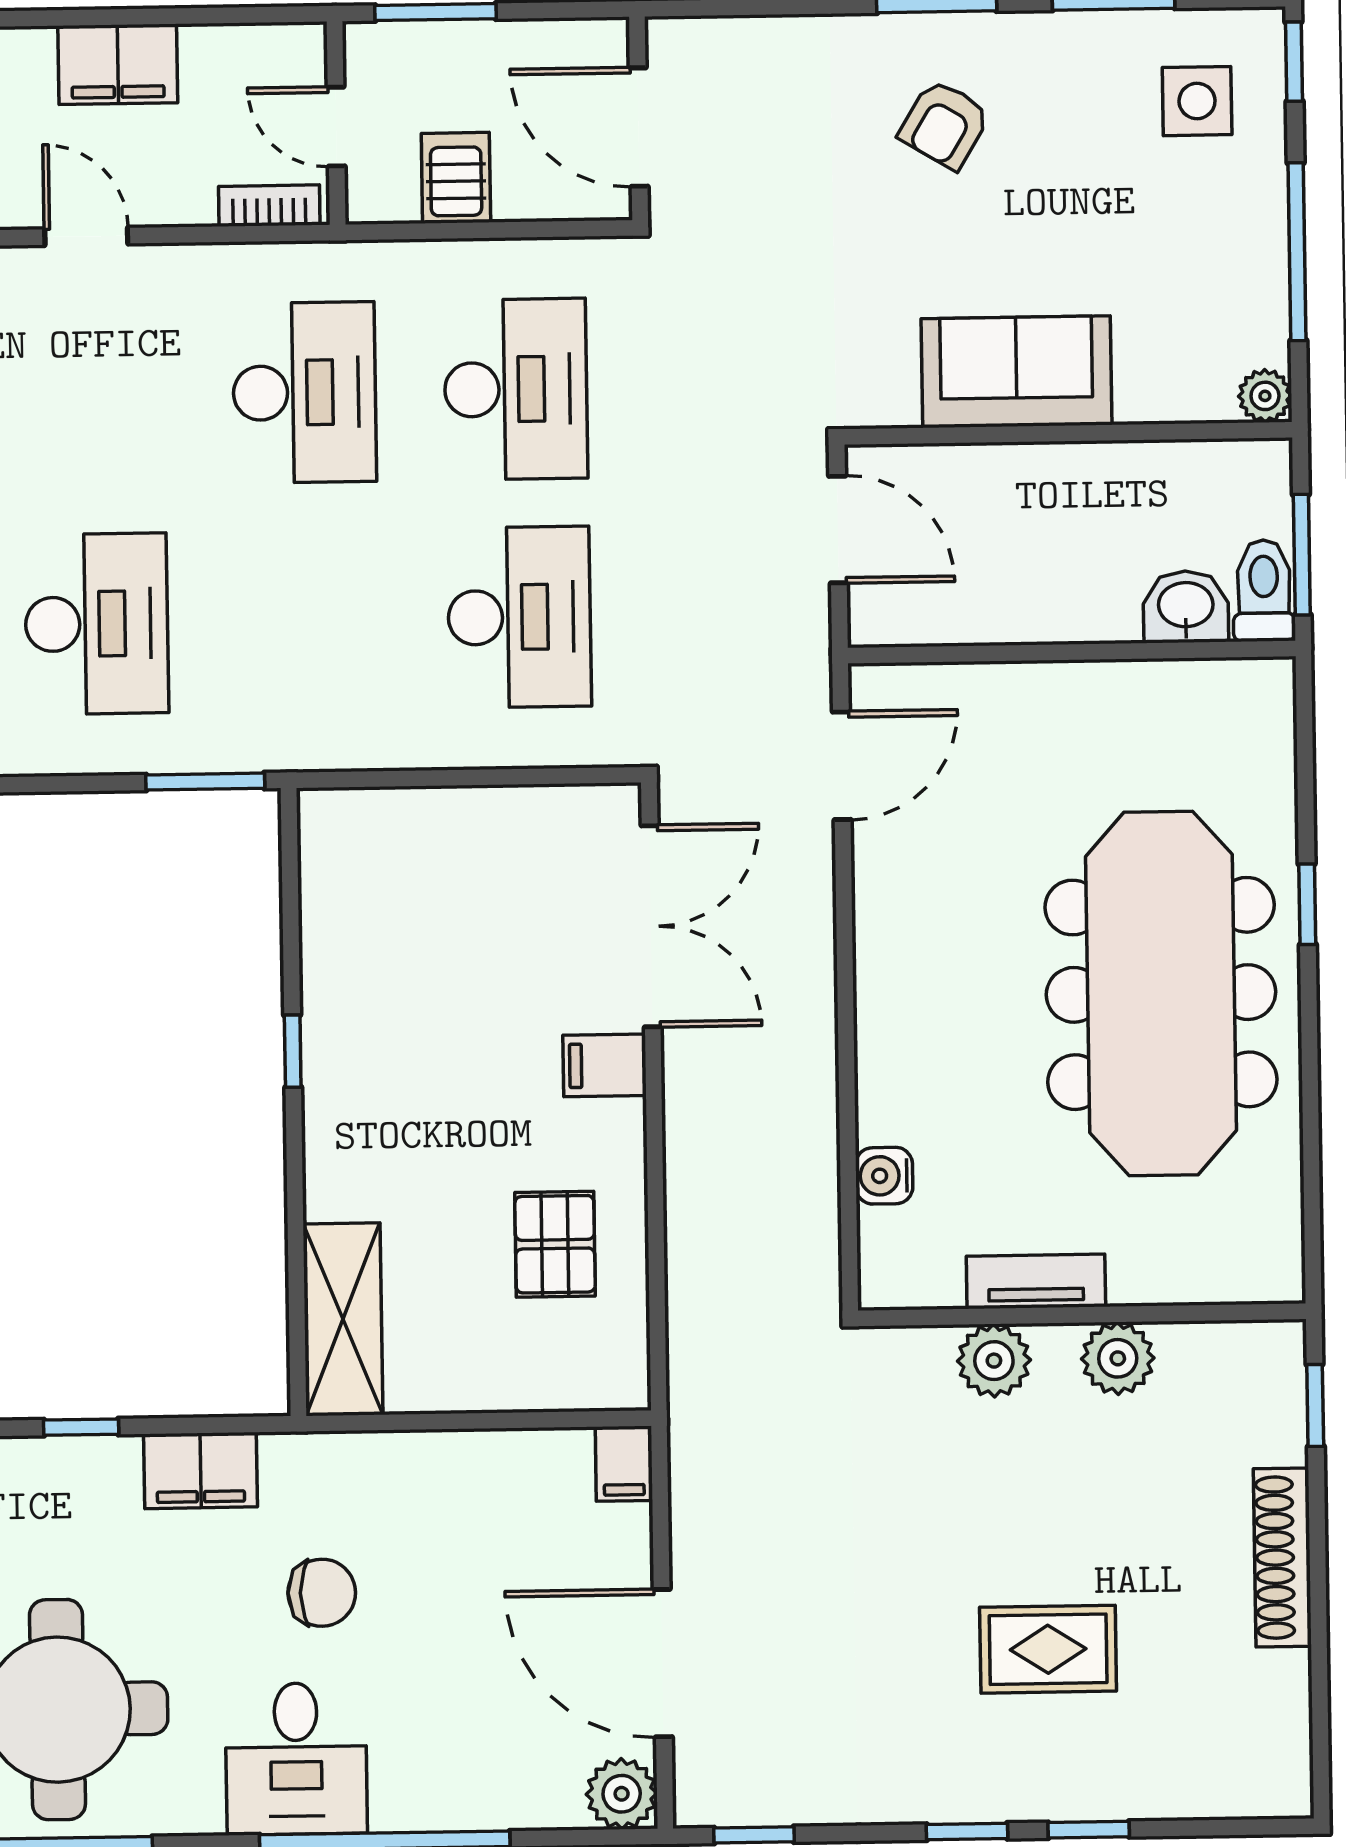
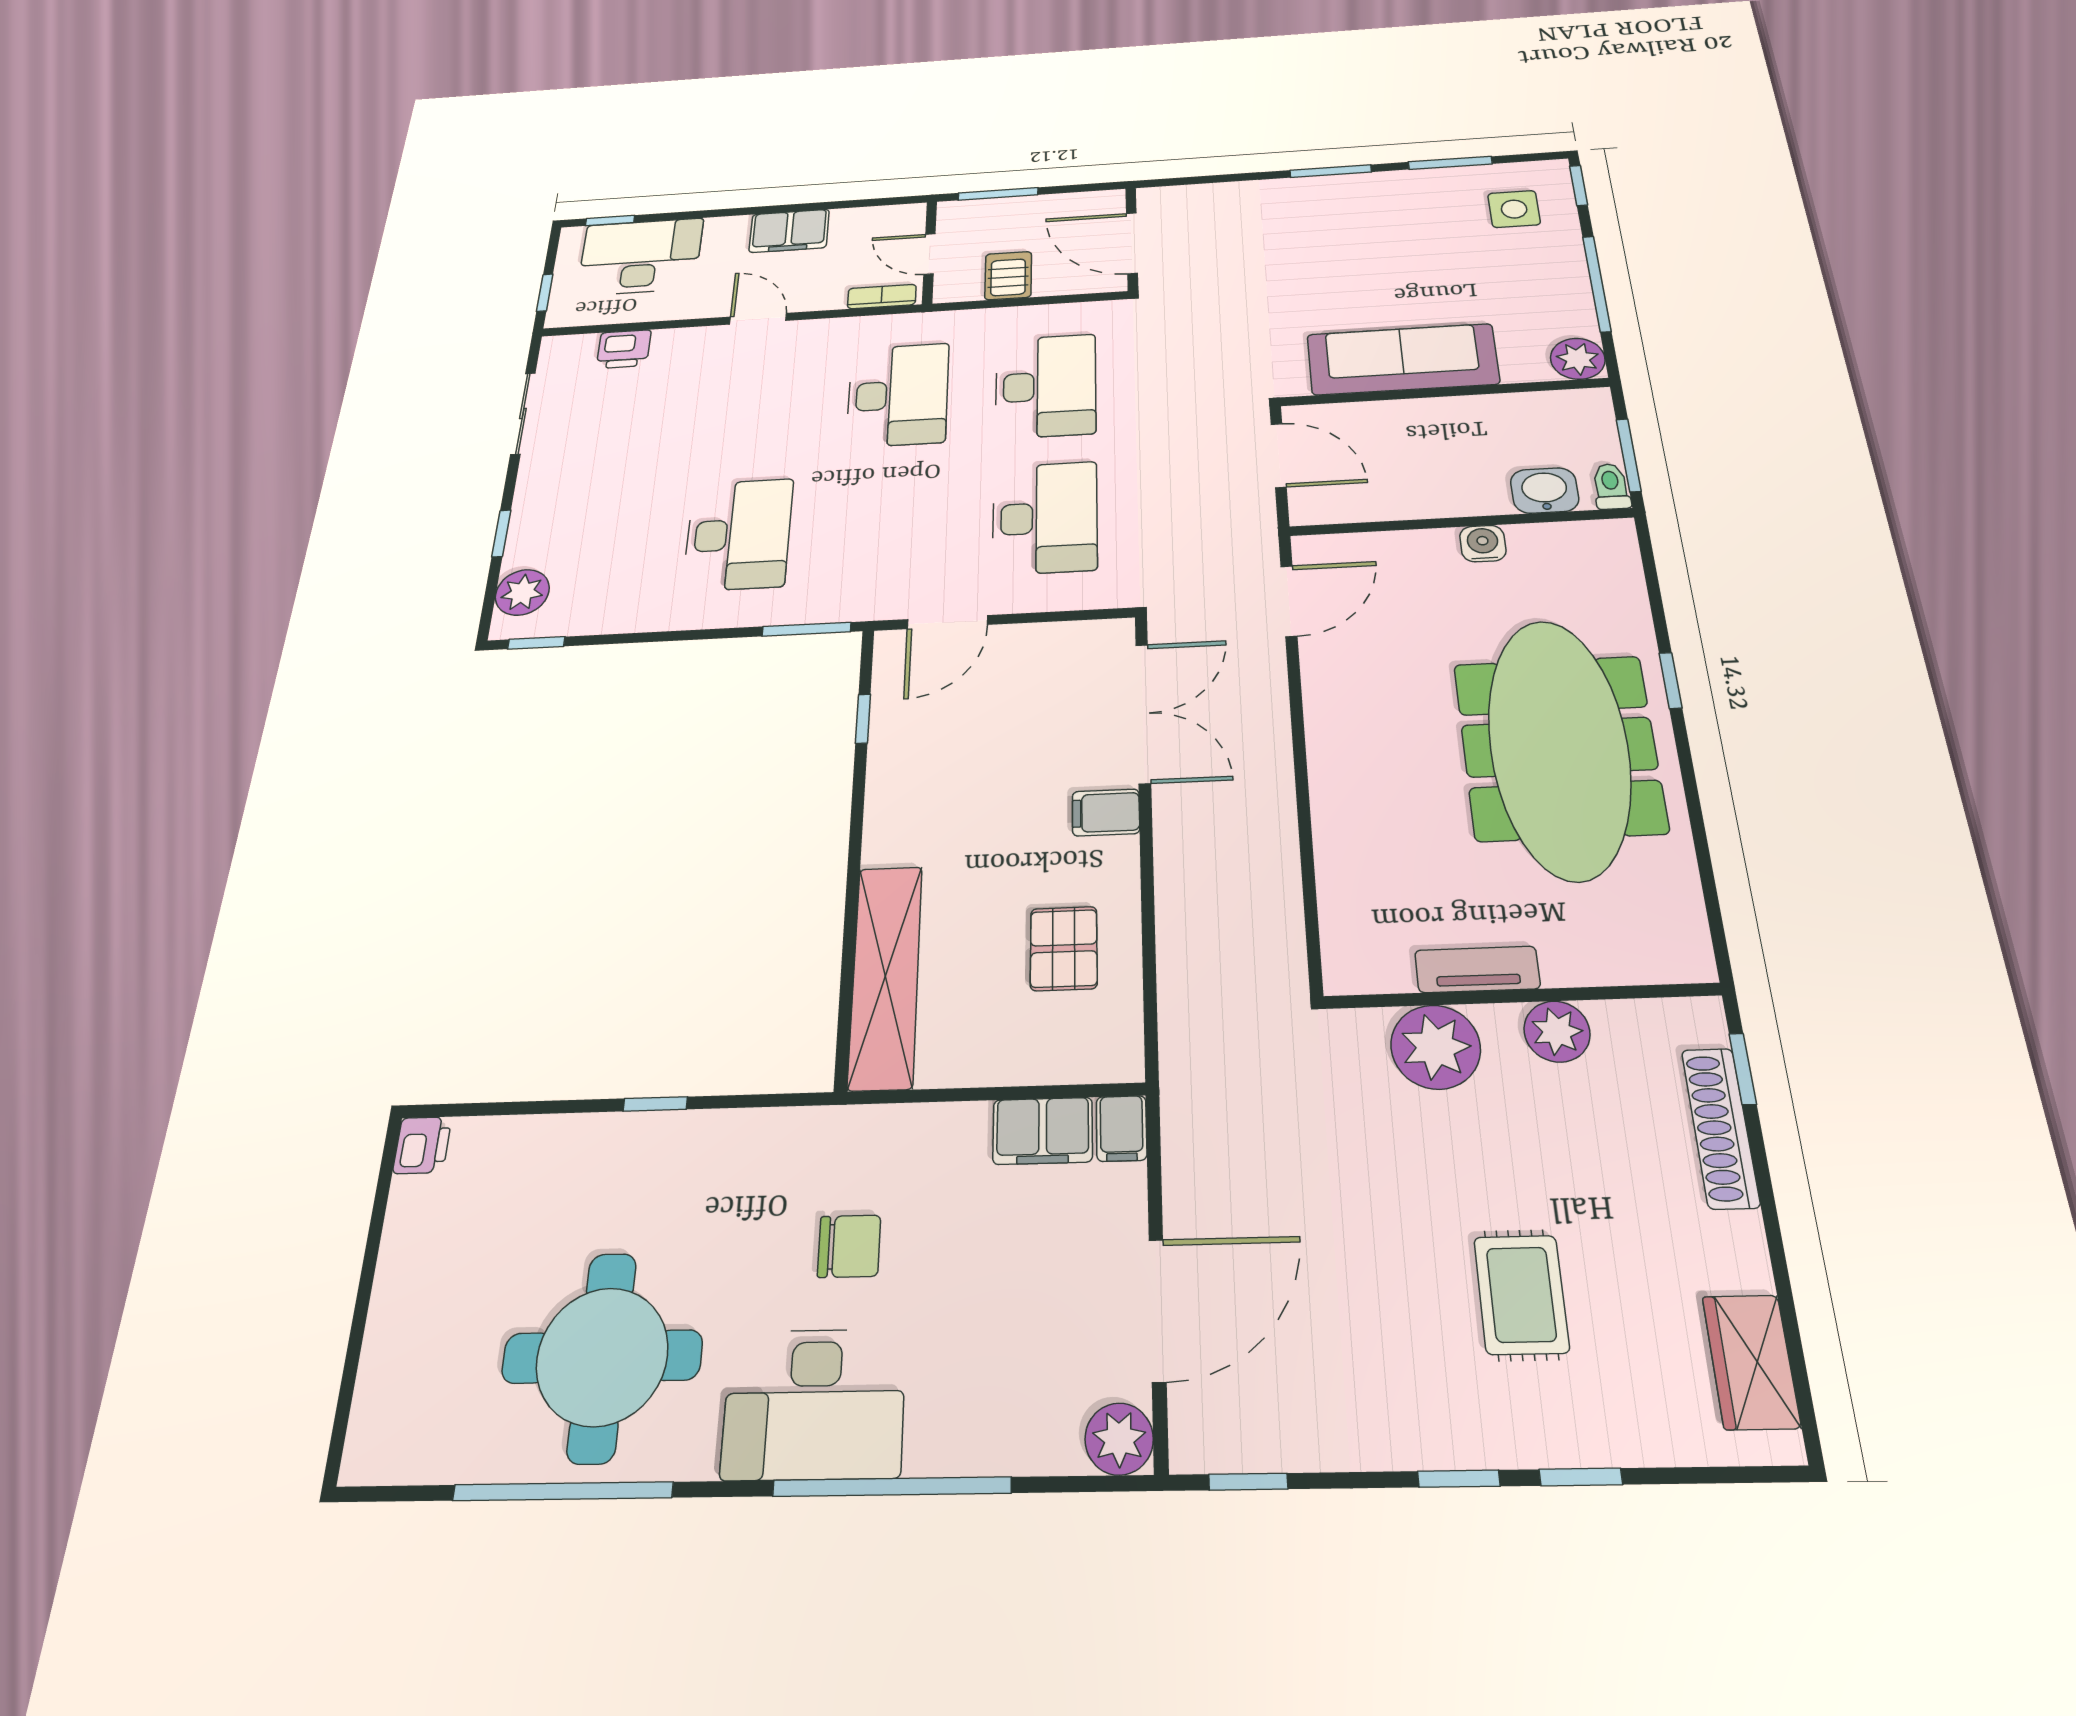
armchair: (944, 124) -> (1340, 230), removed
sofa: (1016, 372) -> (1402, 359), width x1.36
plant: (1265, 396) -> (1578, 359), width x1.38, depth x1.38
toilet: (1264, 591) -> (1611, 486), width x0.73, depth x0.72
door: (394, 779) -> (947, 622), added
window: (293, 1051) -> (863, 719), moved
water cooler: (884, 1176) -> (1483, 544), moved, turned 90
shelving: (343, 1319) -> (885, 976), width x1.47
plant: (994, 1361) -> (1436, 1047), width x1.36, depth x1.36
filing cabinet: (200, 1470) -> (1043, 1131), moved
shoe rack: (1282, 1557) -> (1720, 1128), moved
rug: (1048, 1649) -> (1521, 1295), turned 90
door: (663, 1663) -> (1158, 1310), swing flipped
wardrobe: (1274, 1718) -> (1751, 1362), added
desk: (296, 1759) -> (814, 1404), width x1.37

